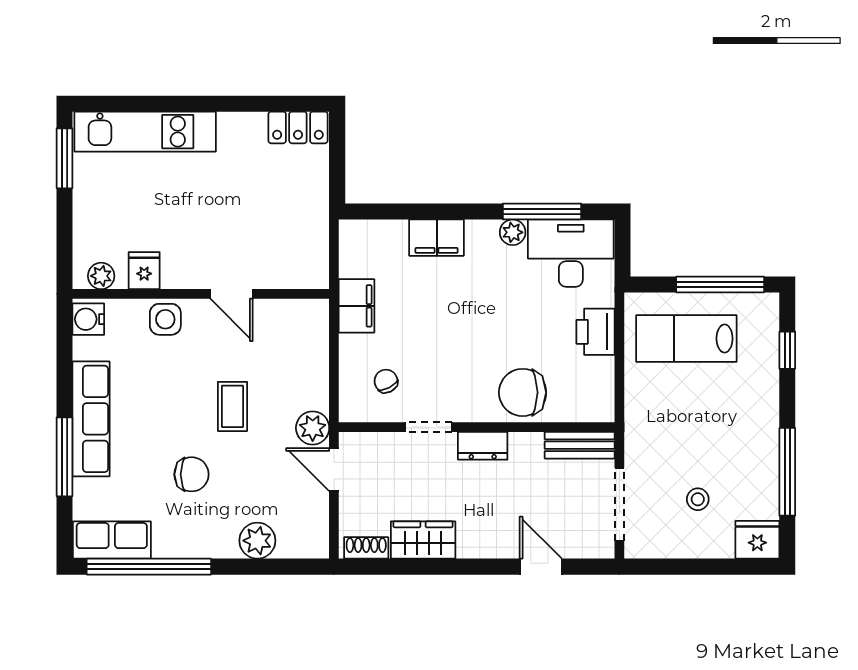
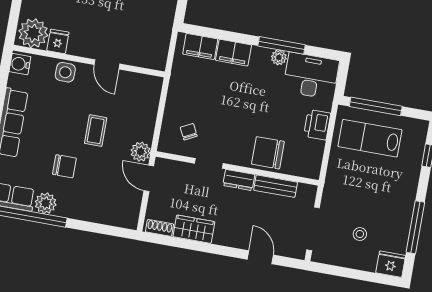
window: (542, 212) -> (282, 45), moved
plant: (101, 276) -> (33, 33), width x1.88, depth x1.88
window: (720, 284) -> (376, 106), moved
filing cabinet: (357, 306) -> (200, 46), moved, turned 90
bench: (580, 445) -> (276, 186), moved
plant: (257, 541) -> (46, 203), moved

